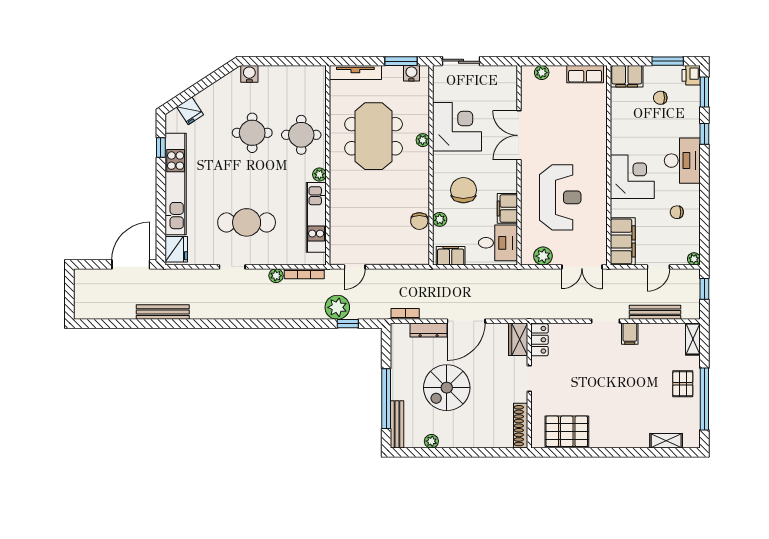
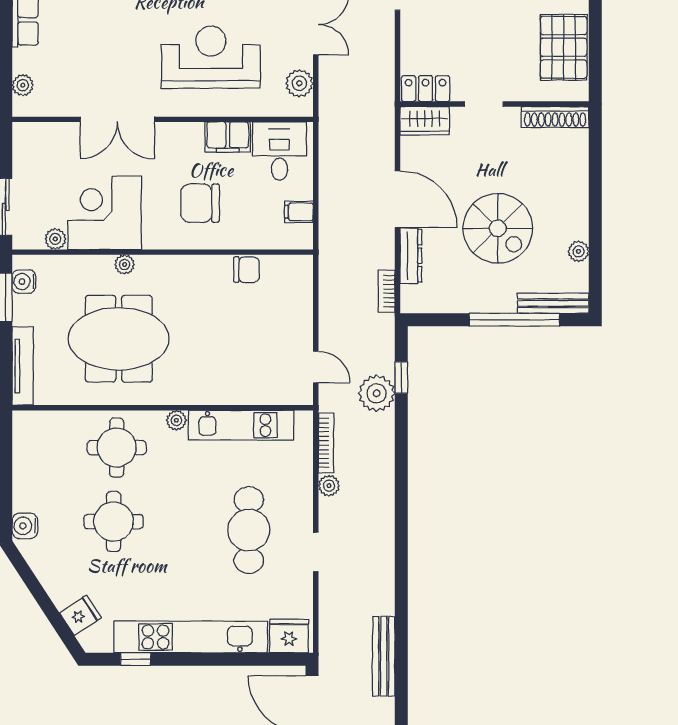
plant: (440, 219) -> (55, 239), moved
filing cabinet: (451, 256) -> (299, 212), width x0.50

